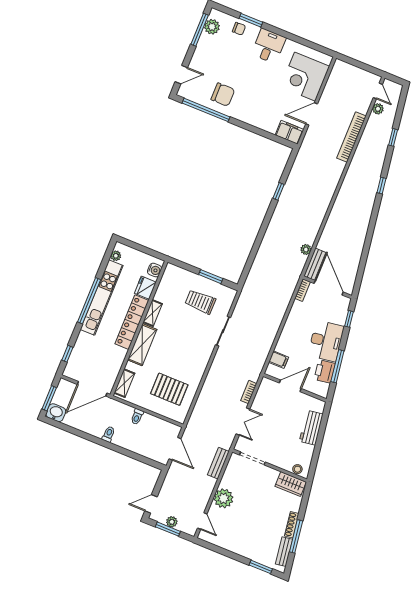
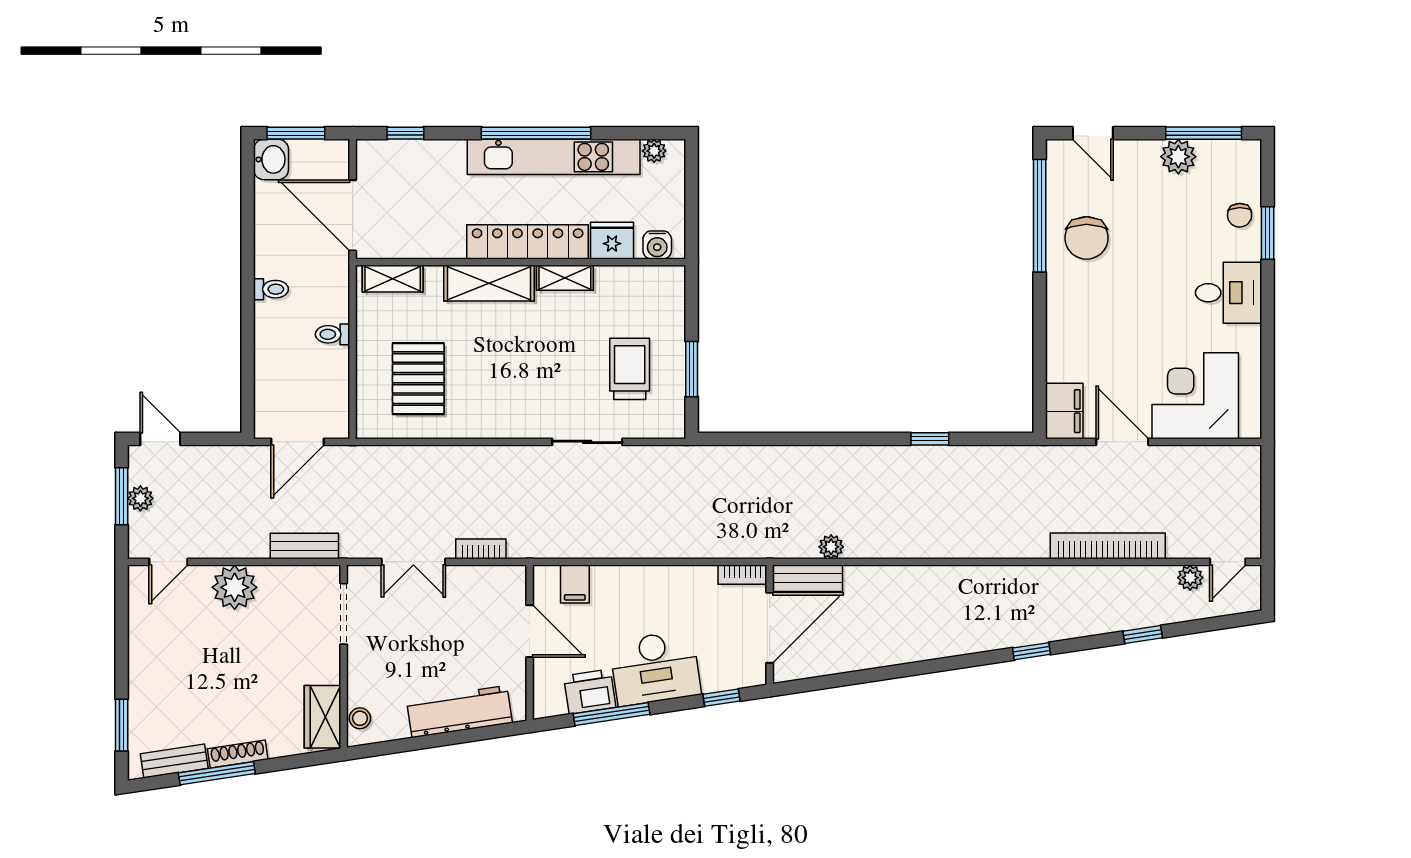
plant: (212, 27) -> (1178, 157), moved
workbench: (311, 428) -> (459, 712), width x1.38

